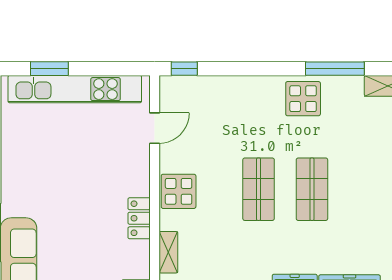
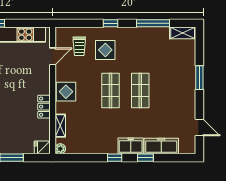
window: (184, 69) -> (110, 23), moved
display table: (303, 99) -> (105, 50), moved
trolley: (202, 110) -> (79, 46), added

